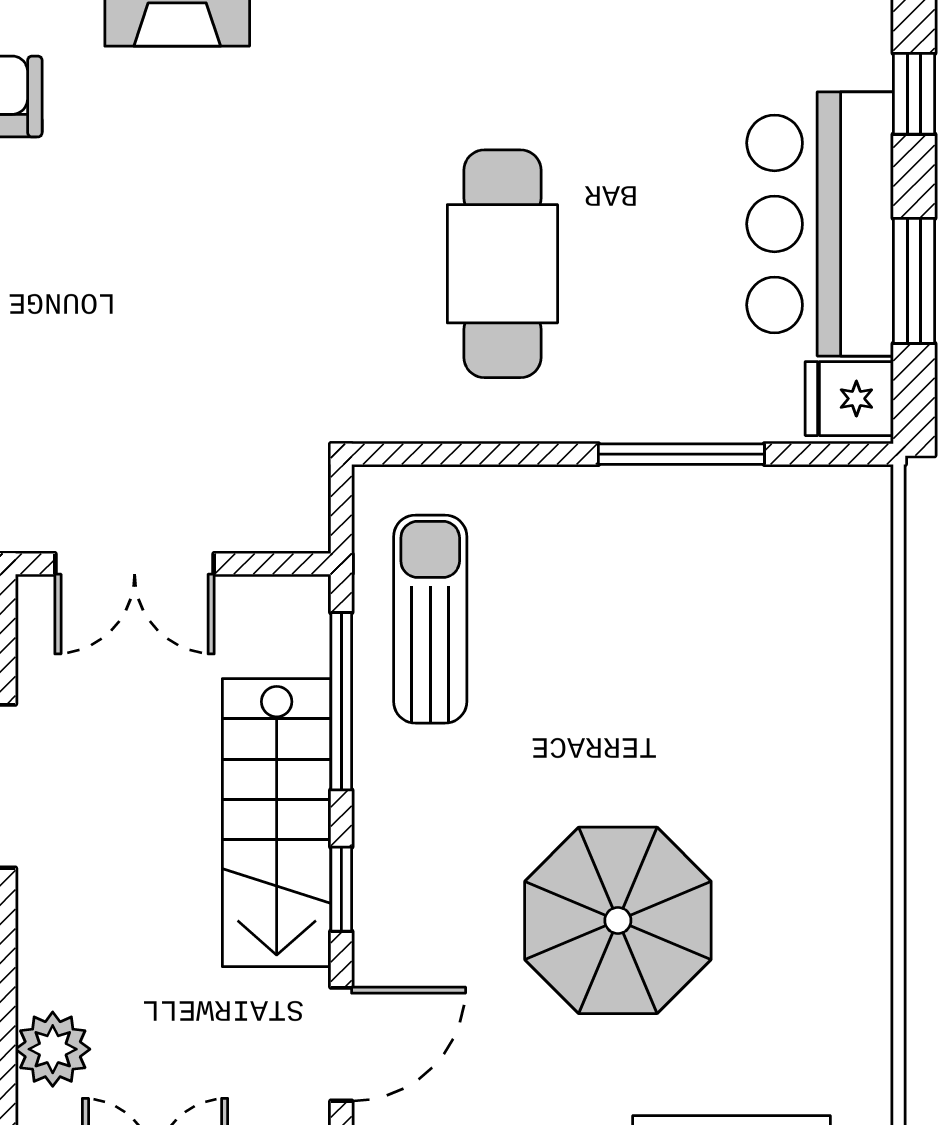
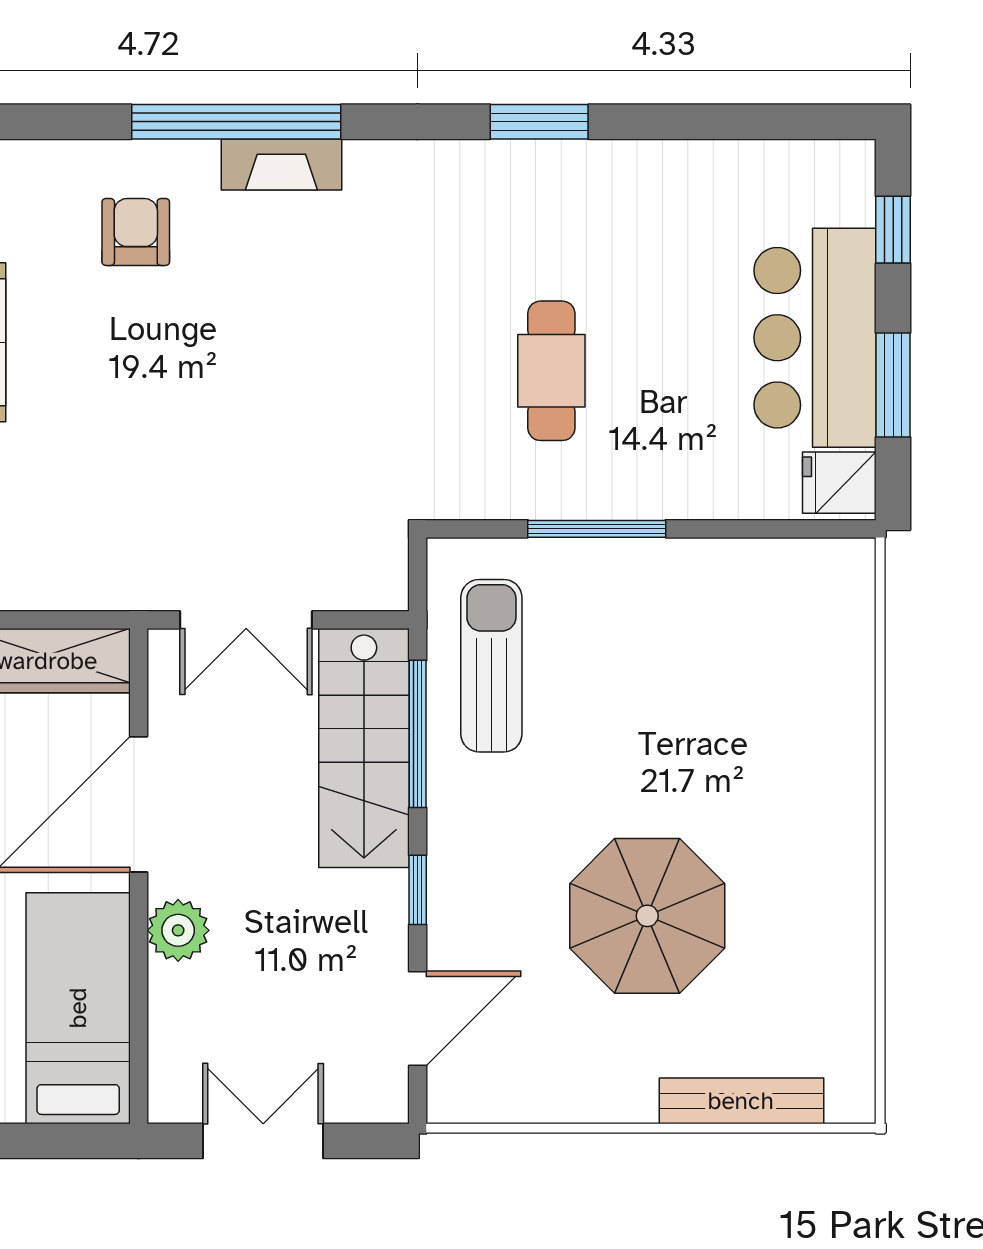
cafe table: (502, 264) -> (551, 371), width x0.73, depth x0.74
window: (681, 454) -> (597, 529), moved
stairs: (277, 823) -> (364, 748), moved
plant: (53, 1049) -> (178, 930), moved

